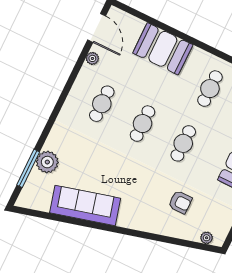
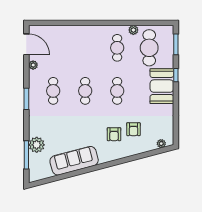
booth: (163, 49) -> (75, 37), removed
window: (63, 97) -> (26, 99), added
armchair: (152, 196) -> (114, 134), added
armchair: (180, 202) -> (133, 129), turned 90

